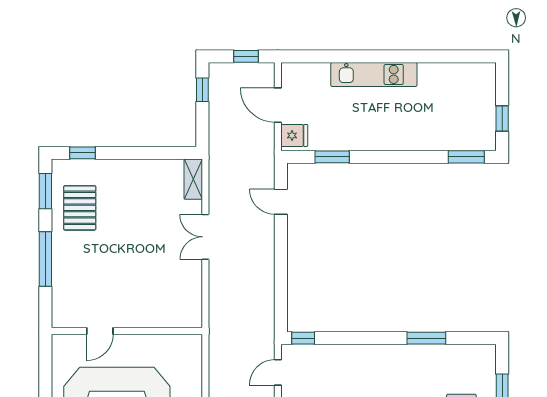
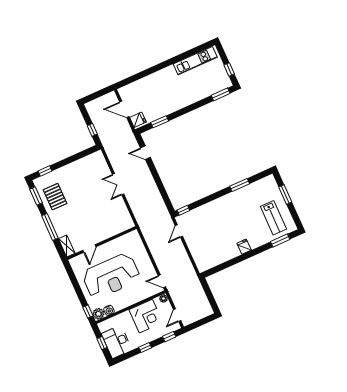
window: (246, 56) -> (100, 94), removed
kitchen unit: (374, 74) -> (195, 61), moved
window: (202, 90) -> (92, 130), moved
shelving: (193, 179) -> (67, 246), moved

